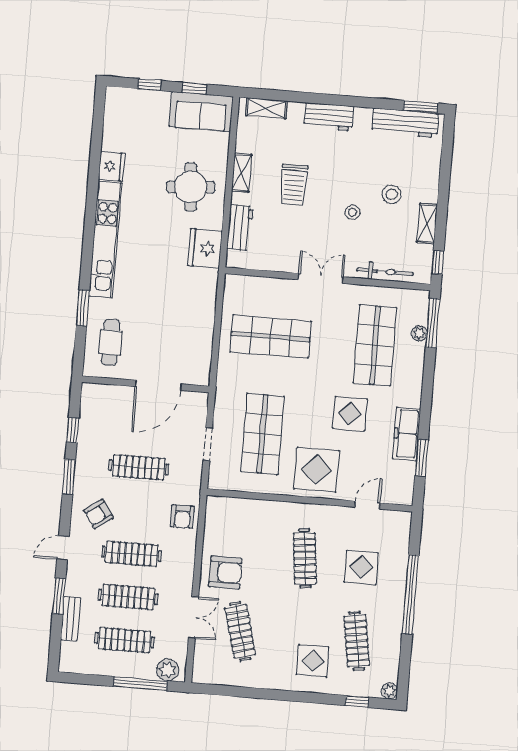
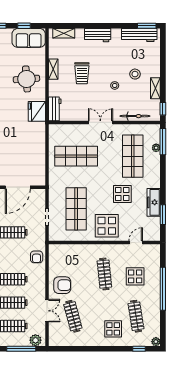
workbench: (240, 228) -> (55, 109), moved

